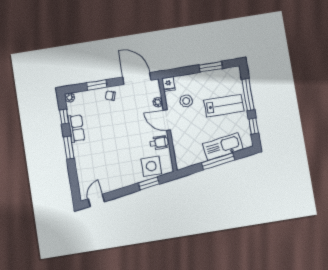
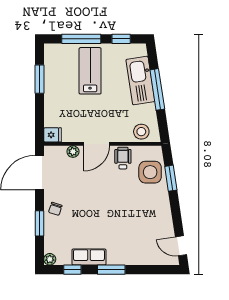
stool: (186, 101) -> (141, 132), moved

